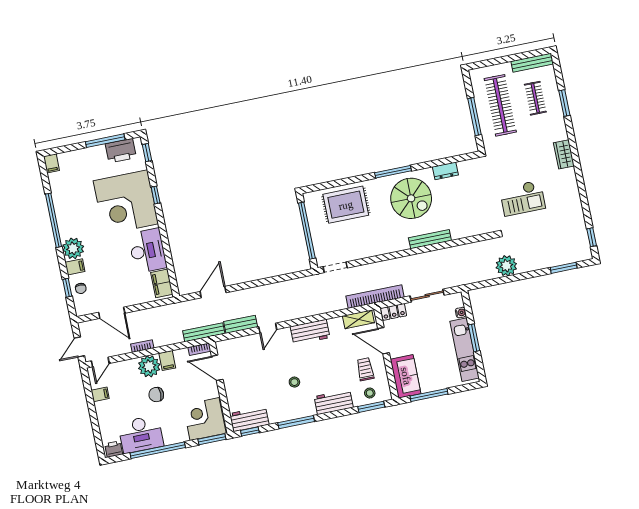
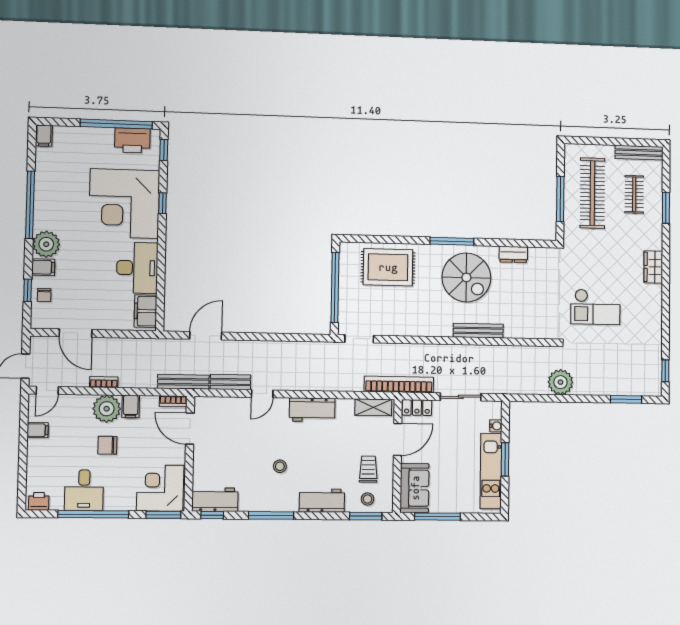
window: (105, 141) -> (116, 124), width x1.46
door: (384, 341) -> (398, 439), swing flipped
desk: (141, 434) -> (84, 490), width x0.73

